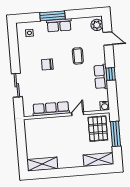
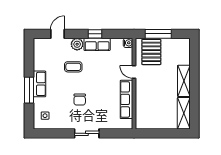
plant: (97, 25) -> (77, 44), moved
sliding door: (17, 85) -> (87, 133), moved
pallet: (98, 129) -> (151, 52), turned 90
shelving: (99, 160) -> (184, 81), moved

